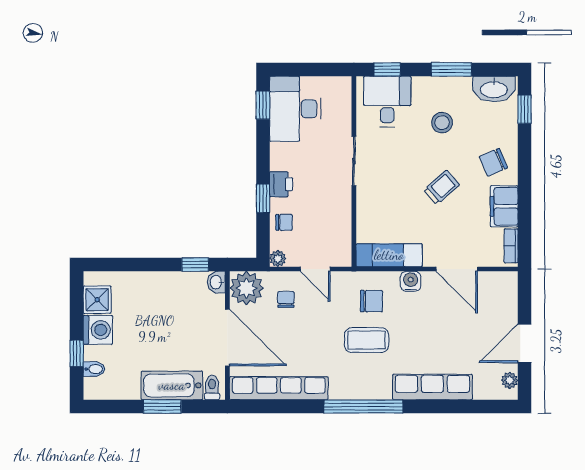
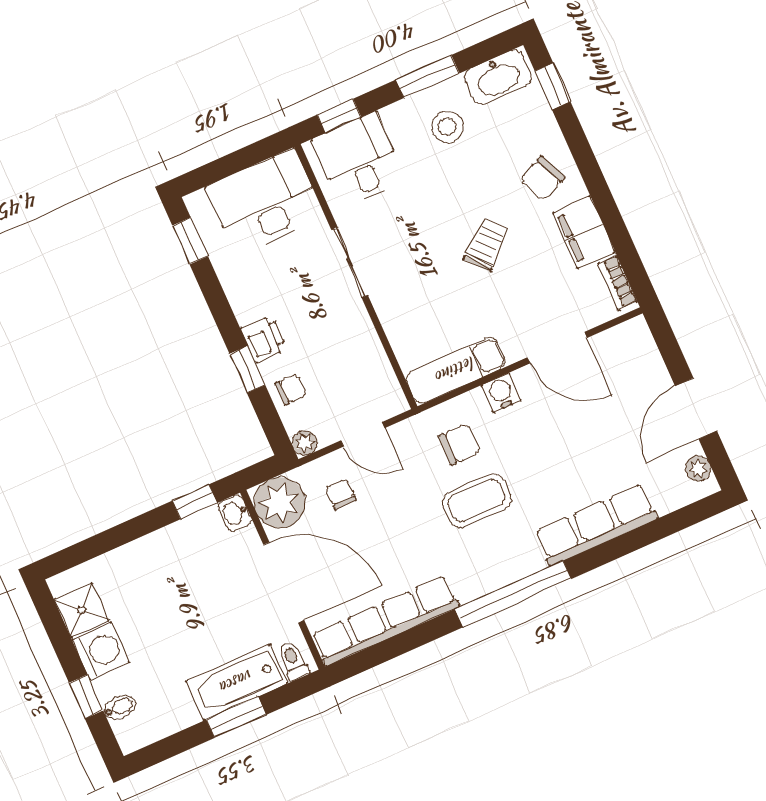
desk: (295, 109) -> (265, 202), moved, turned 90
stool: (442, 123) -> (447, 127), moved

